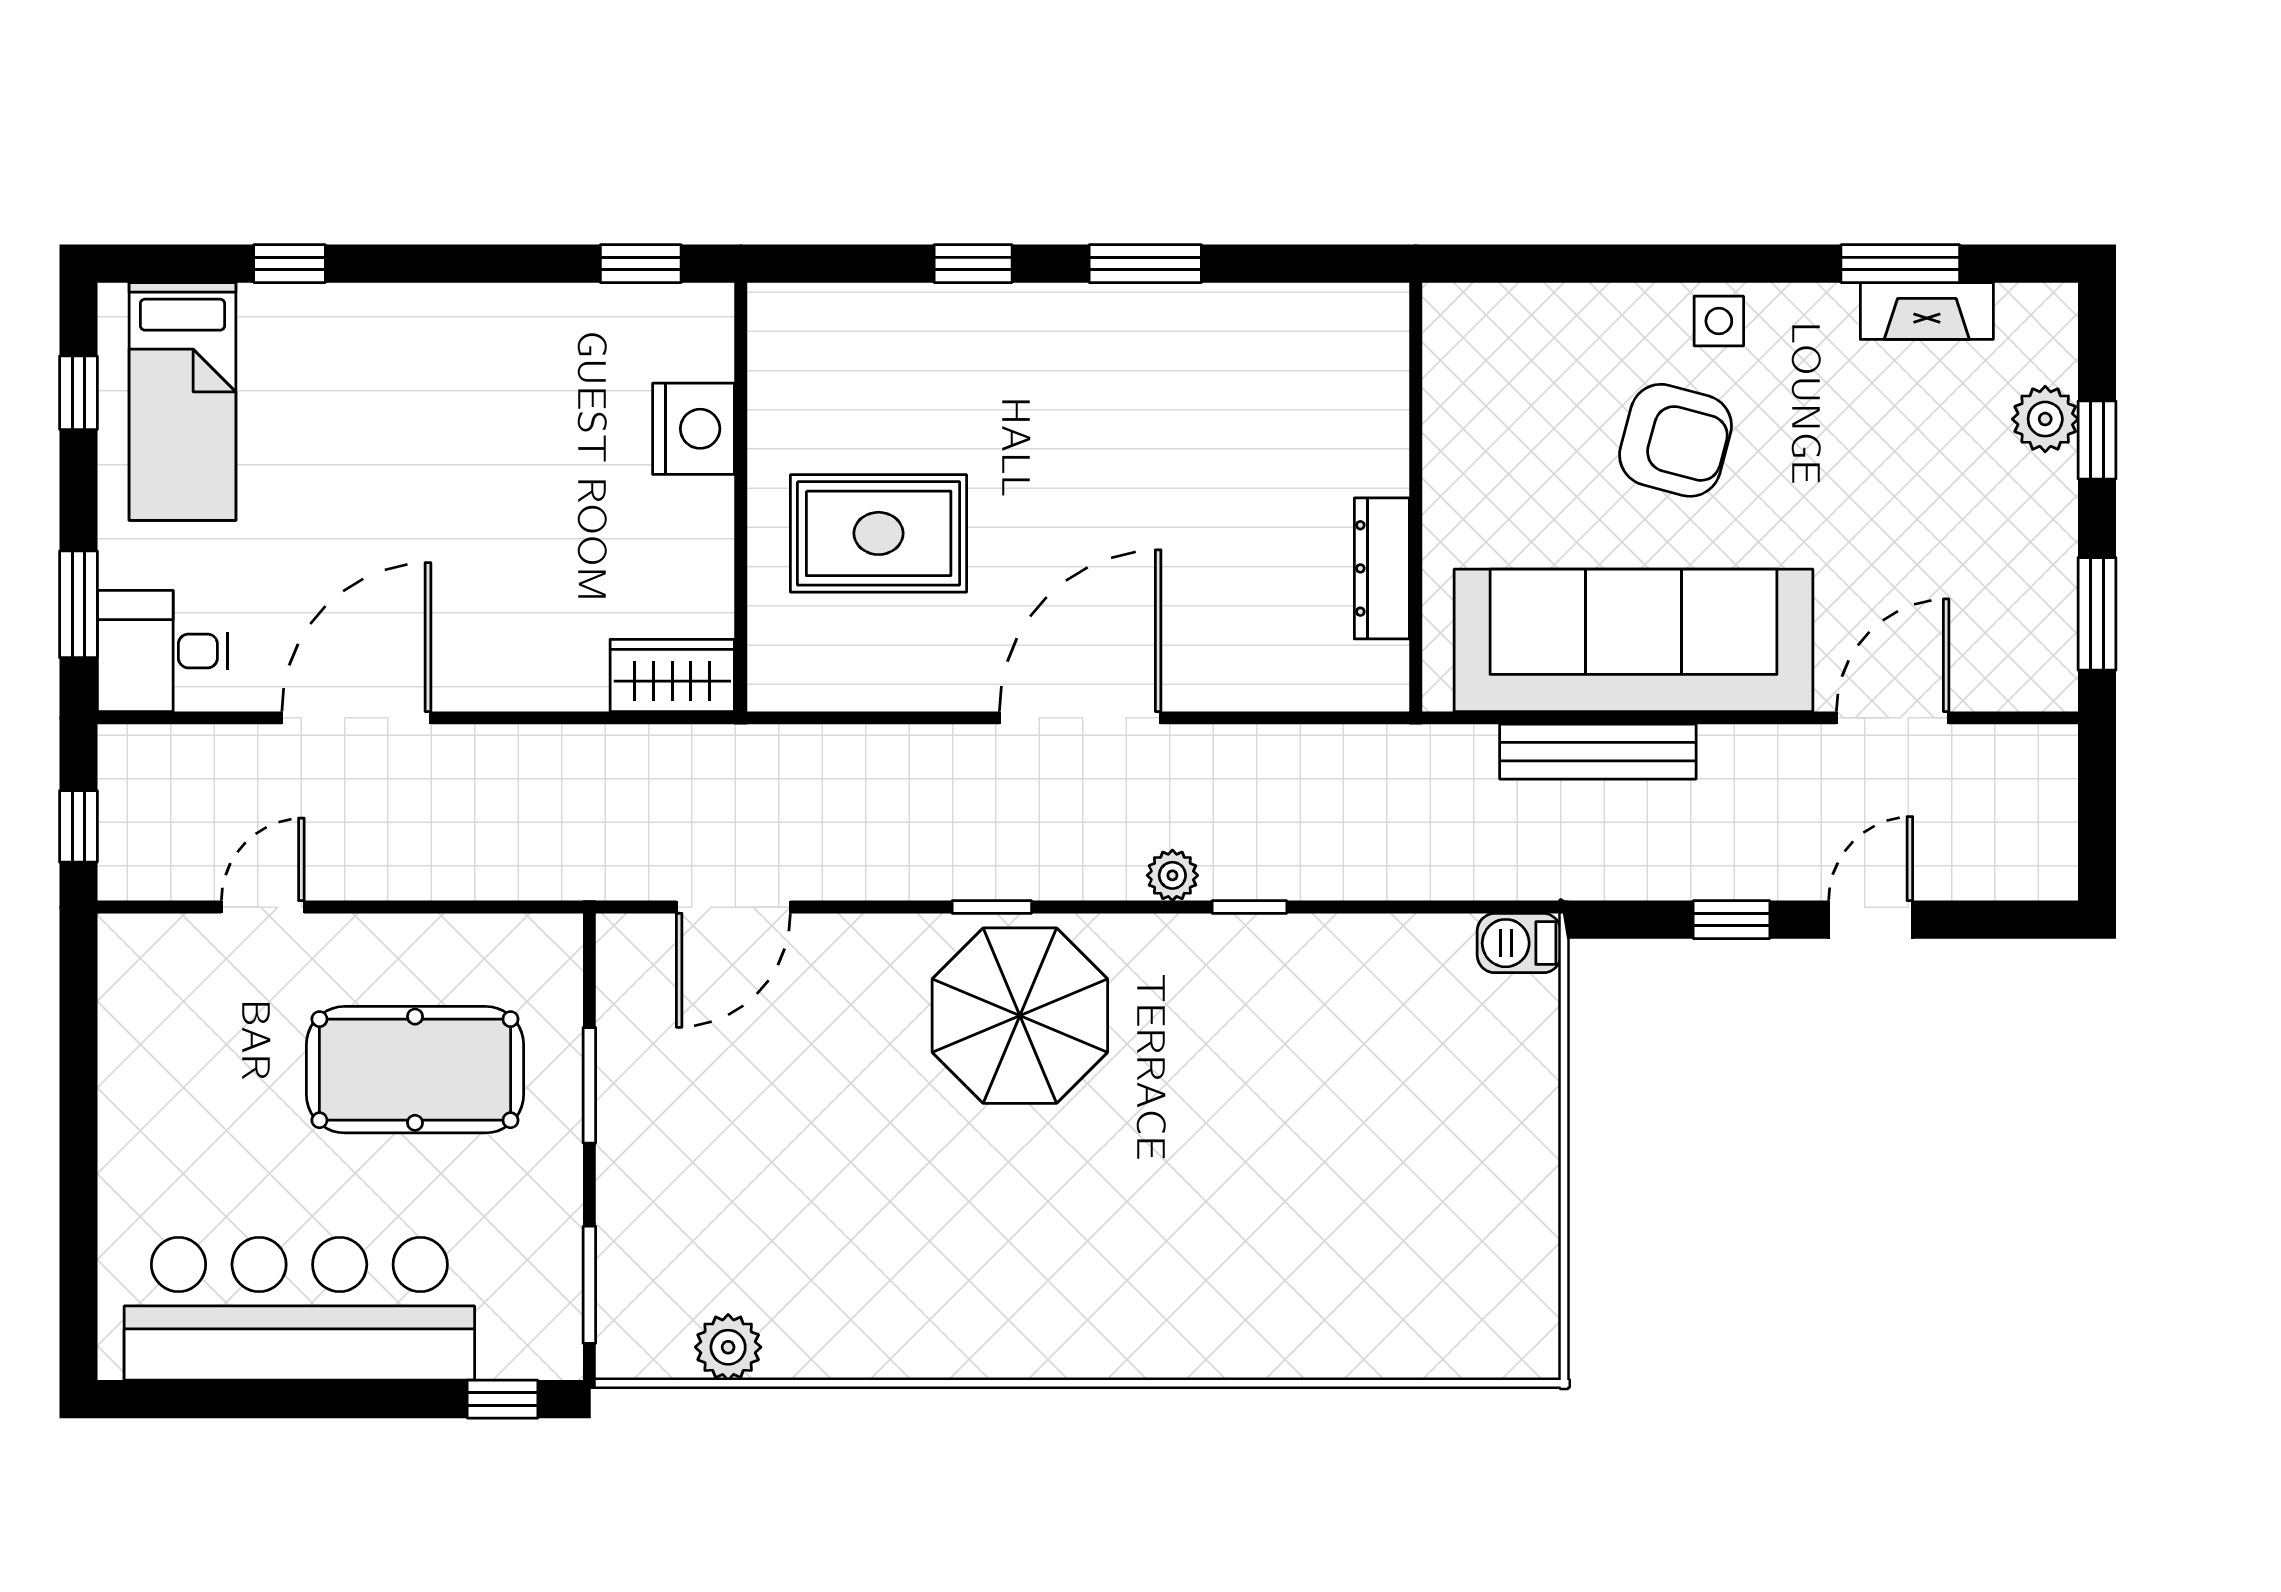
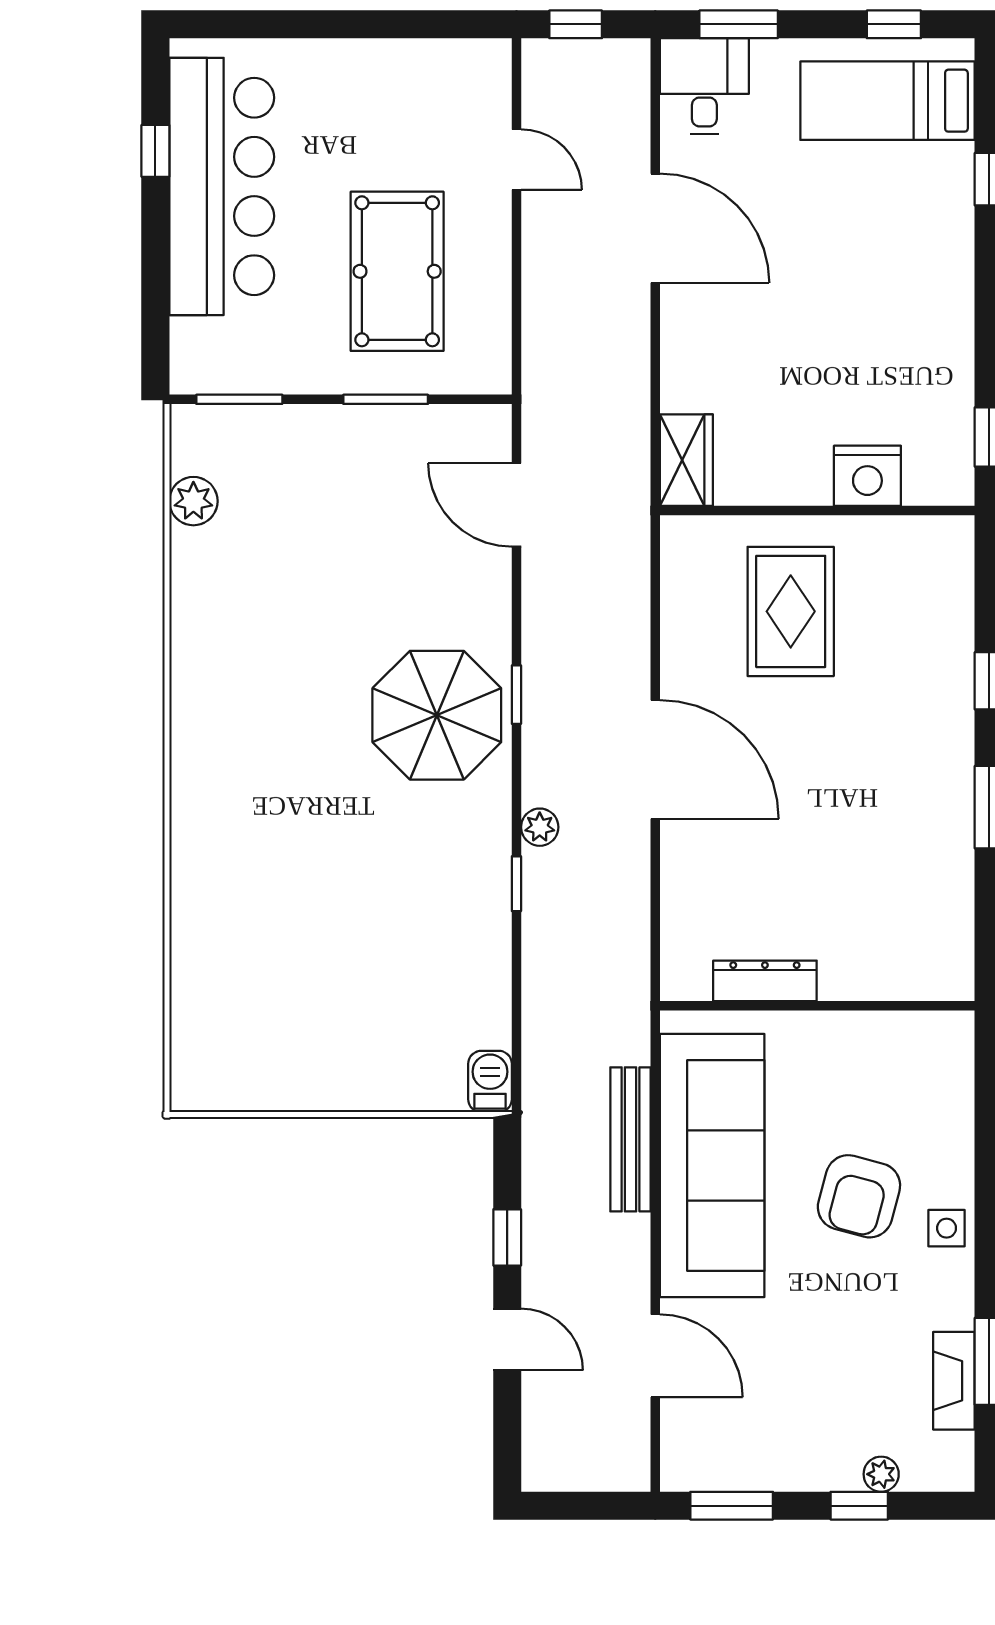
plant: (2045, 419) -> (881, 1474), width x0.73, depth x0.73
window: (502, 1399) -> (155, 151), moved

